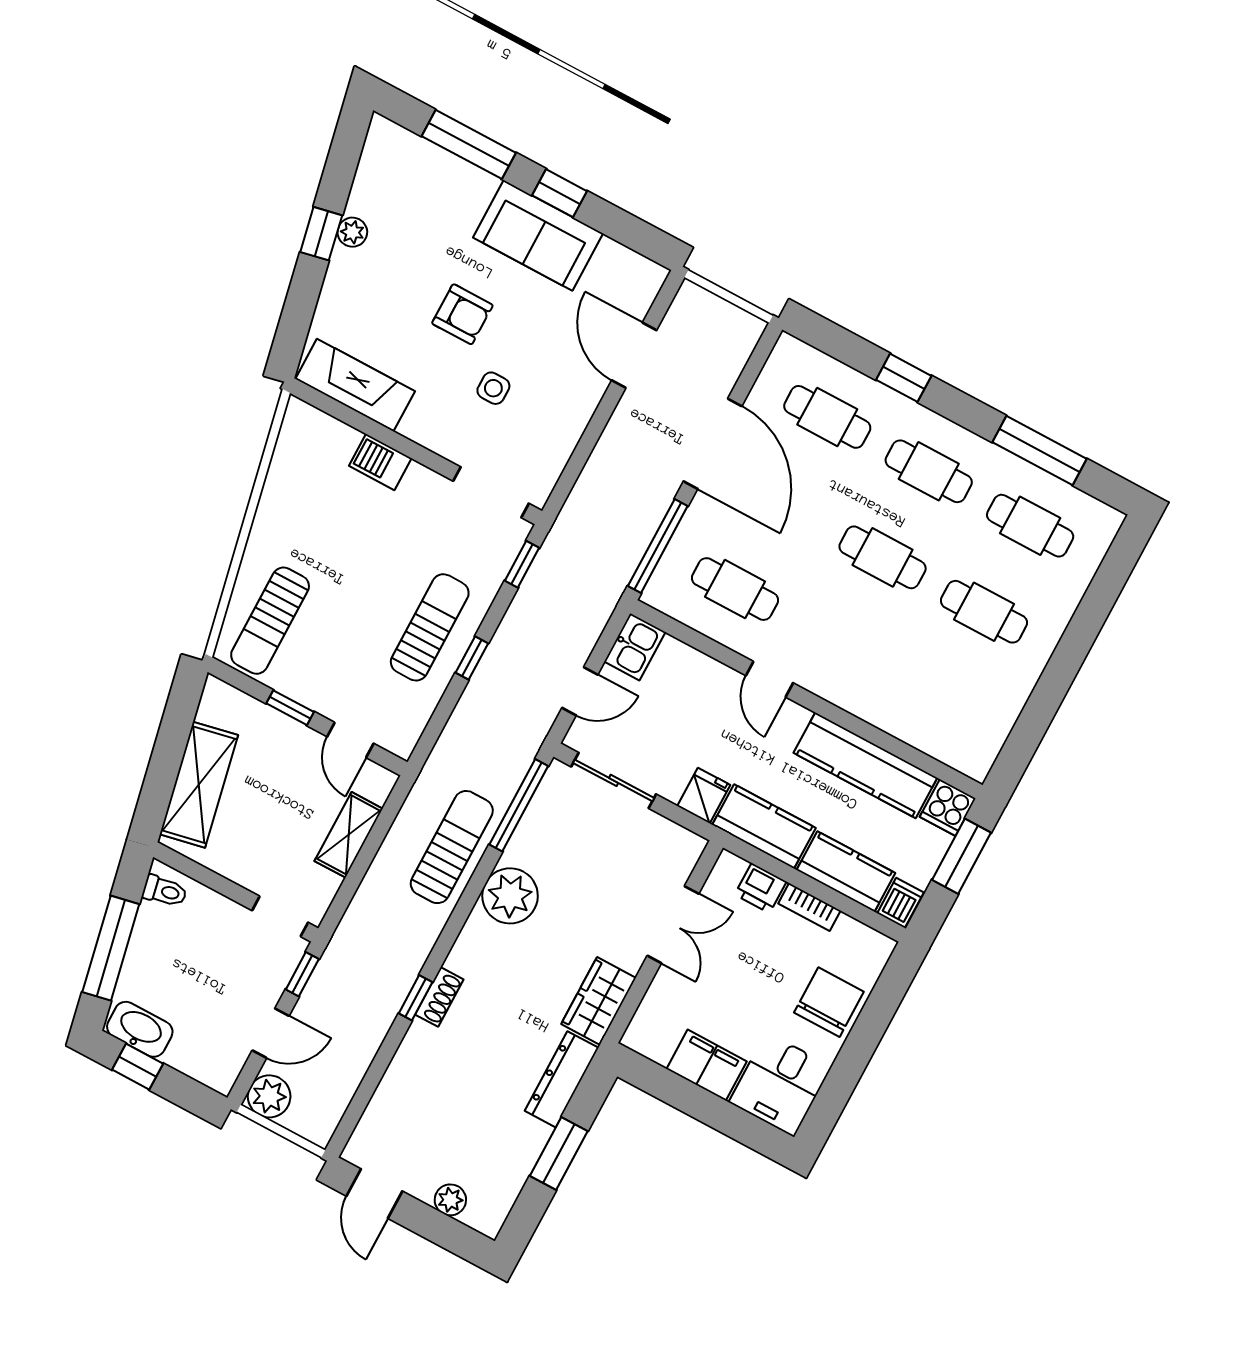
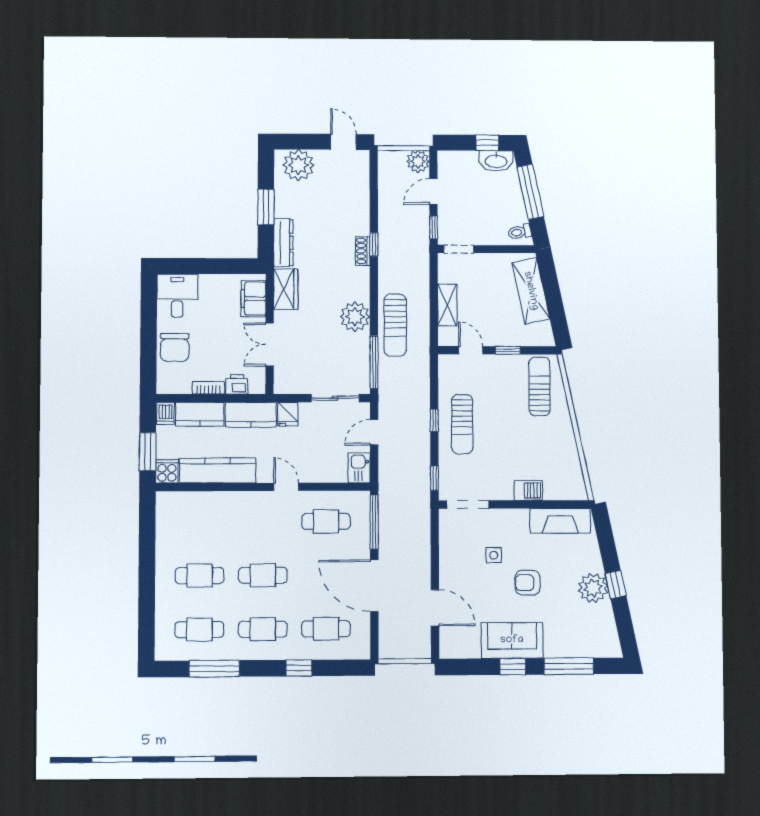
plant: (352, 232) -> (593, 588), width x1.88, depth x1.88
filing cabinet: (707, 1065) -> (254, 299), moved, turned 90
plant: (450, 1200) -> (298, 165), width x1.87, depth x1.87

